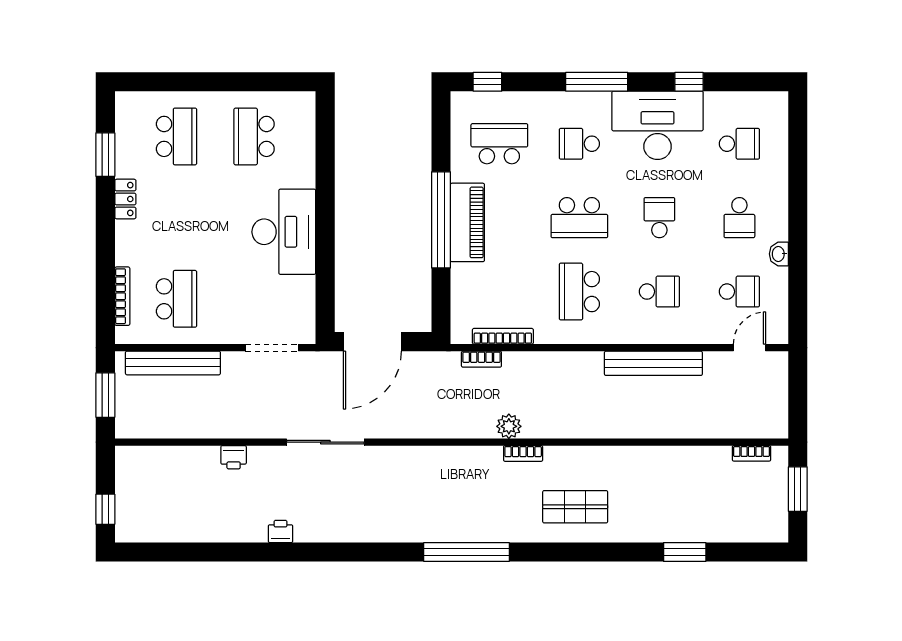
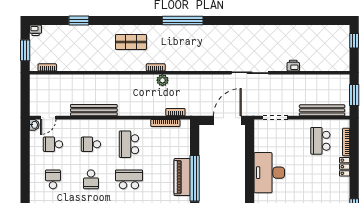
locker: (125, 199) -> (345, 167), moved
washbasin: (779, 254) -> (34, 125), moved
school desk: (579, 292) -> (129, 144), turned 180
printer: (281, 531) -> (36, 30), moved

